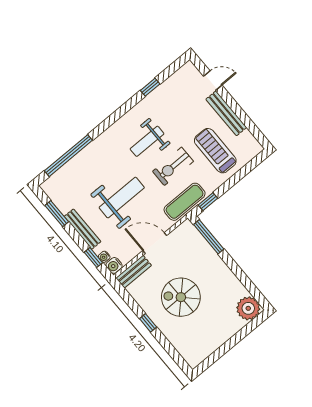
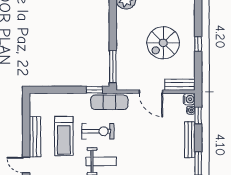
treadmill: (215, 151) -> (64, 136), moved
weight bench: (122, 198) -> (148, 139), removed
spiral stairs: (181, 297) -> (163, 43), turned 90

